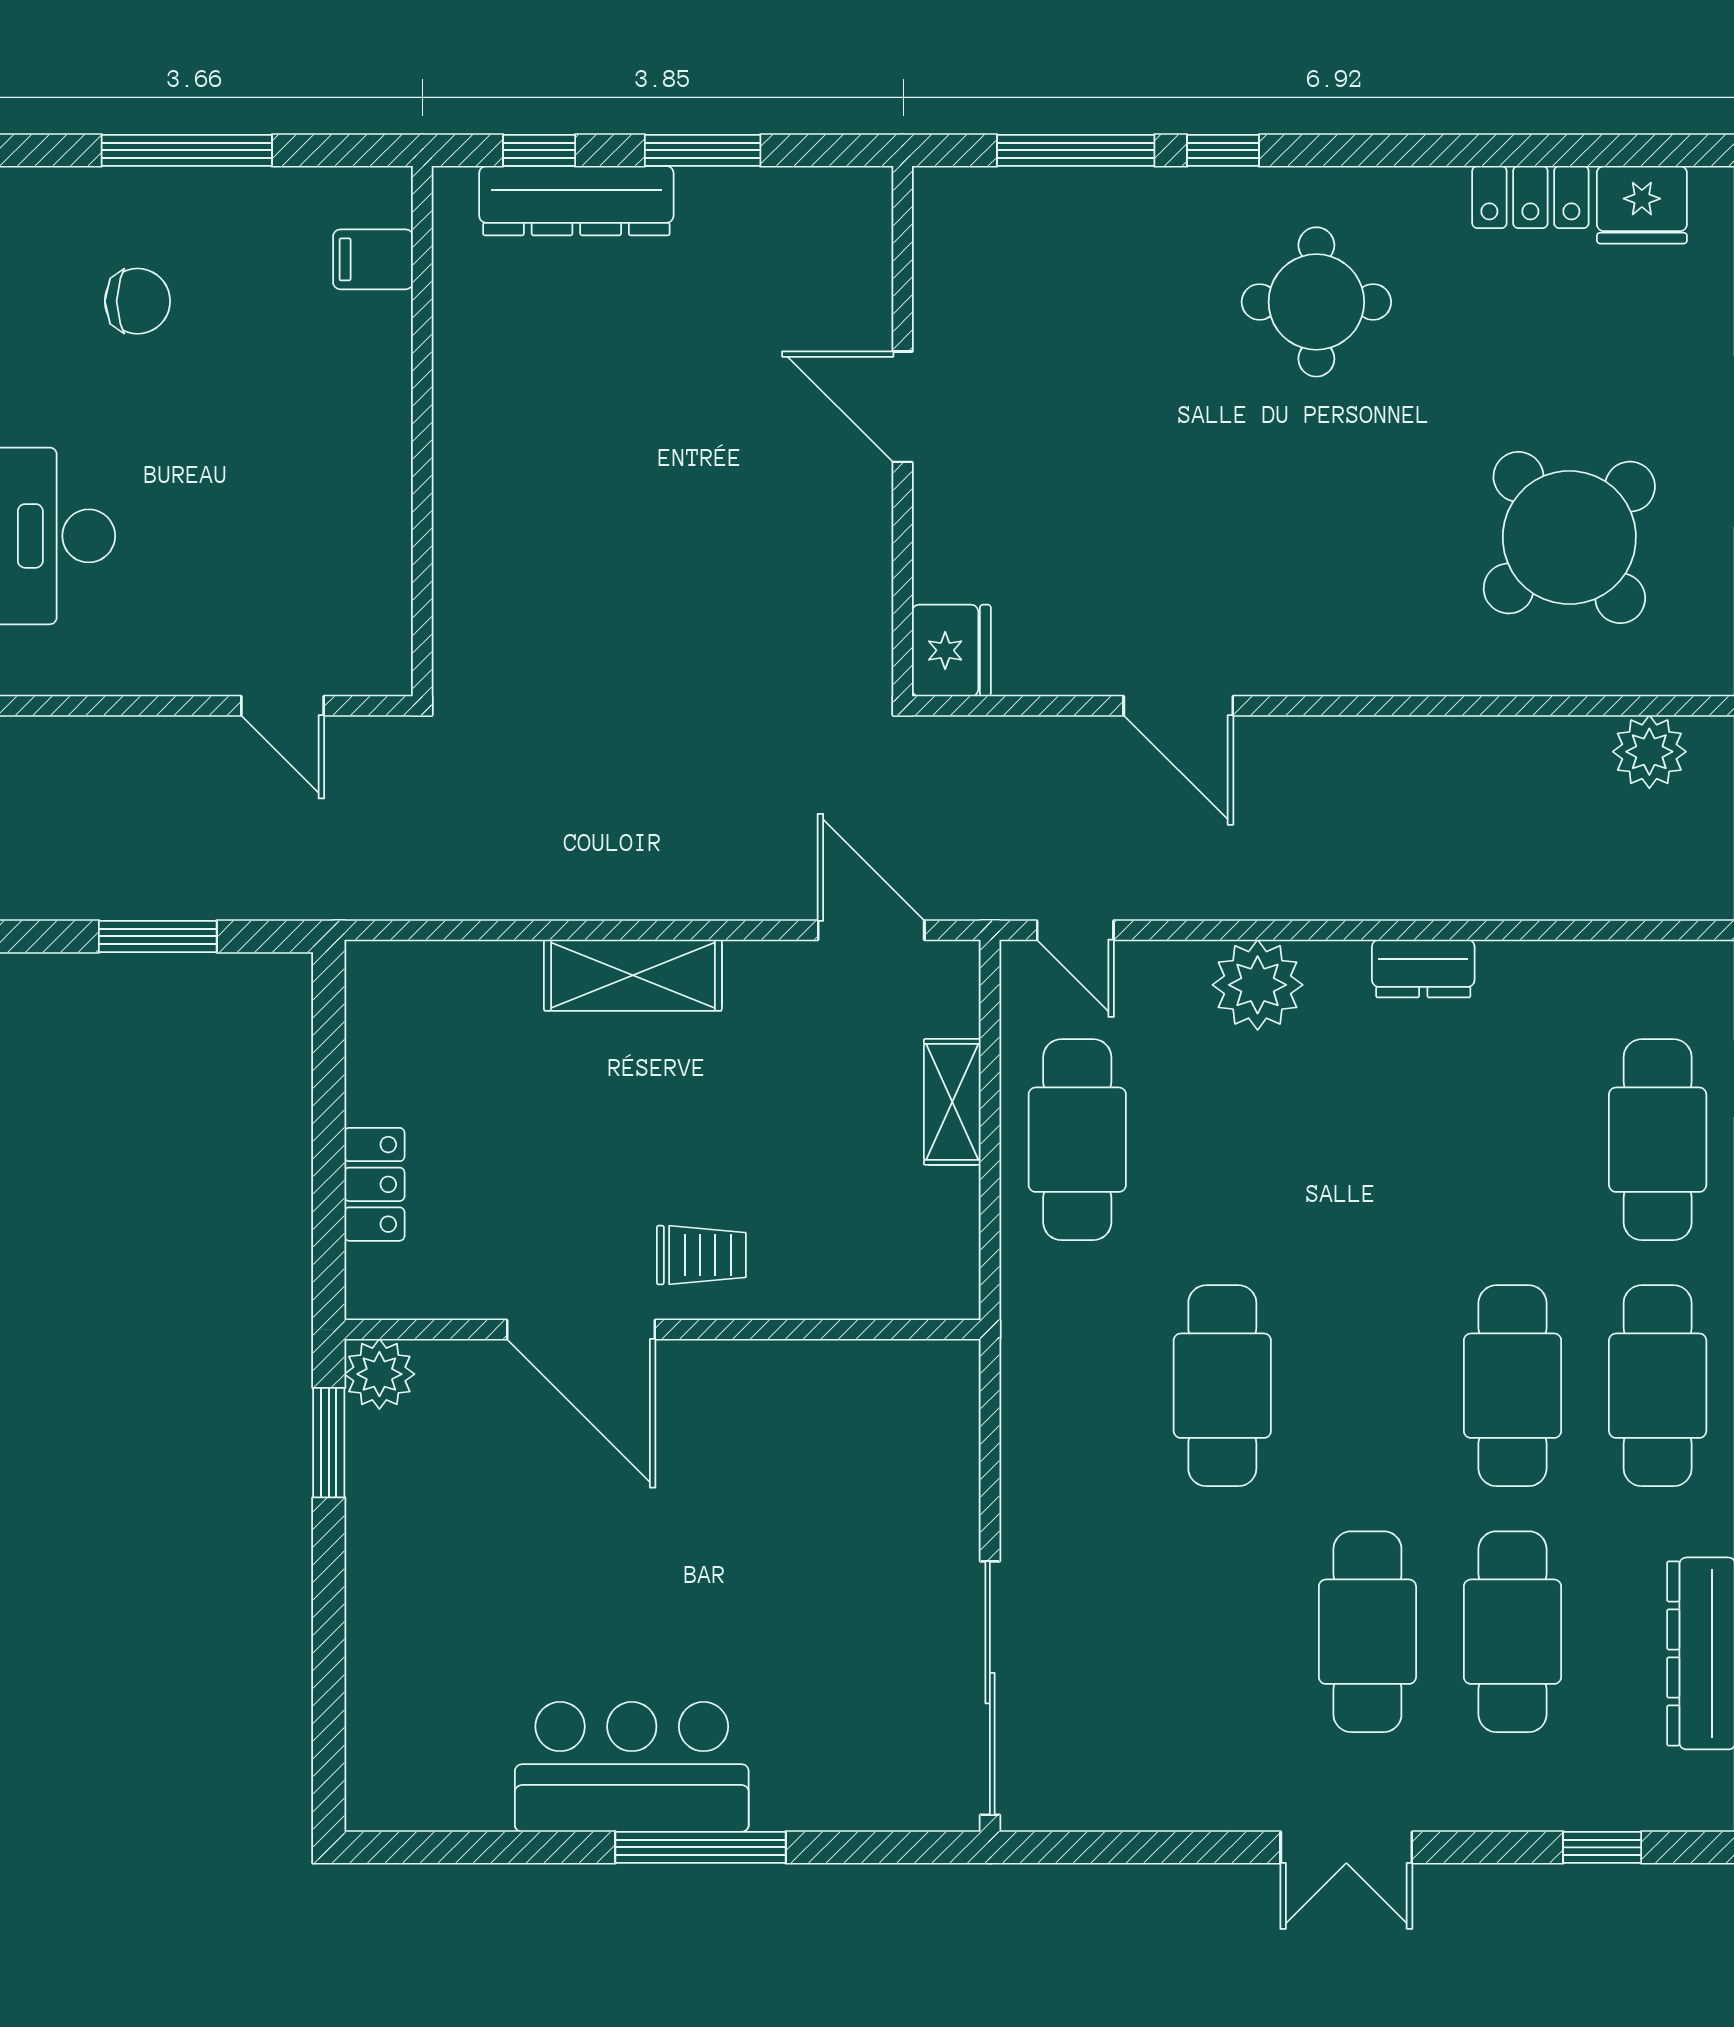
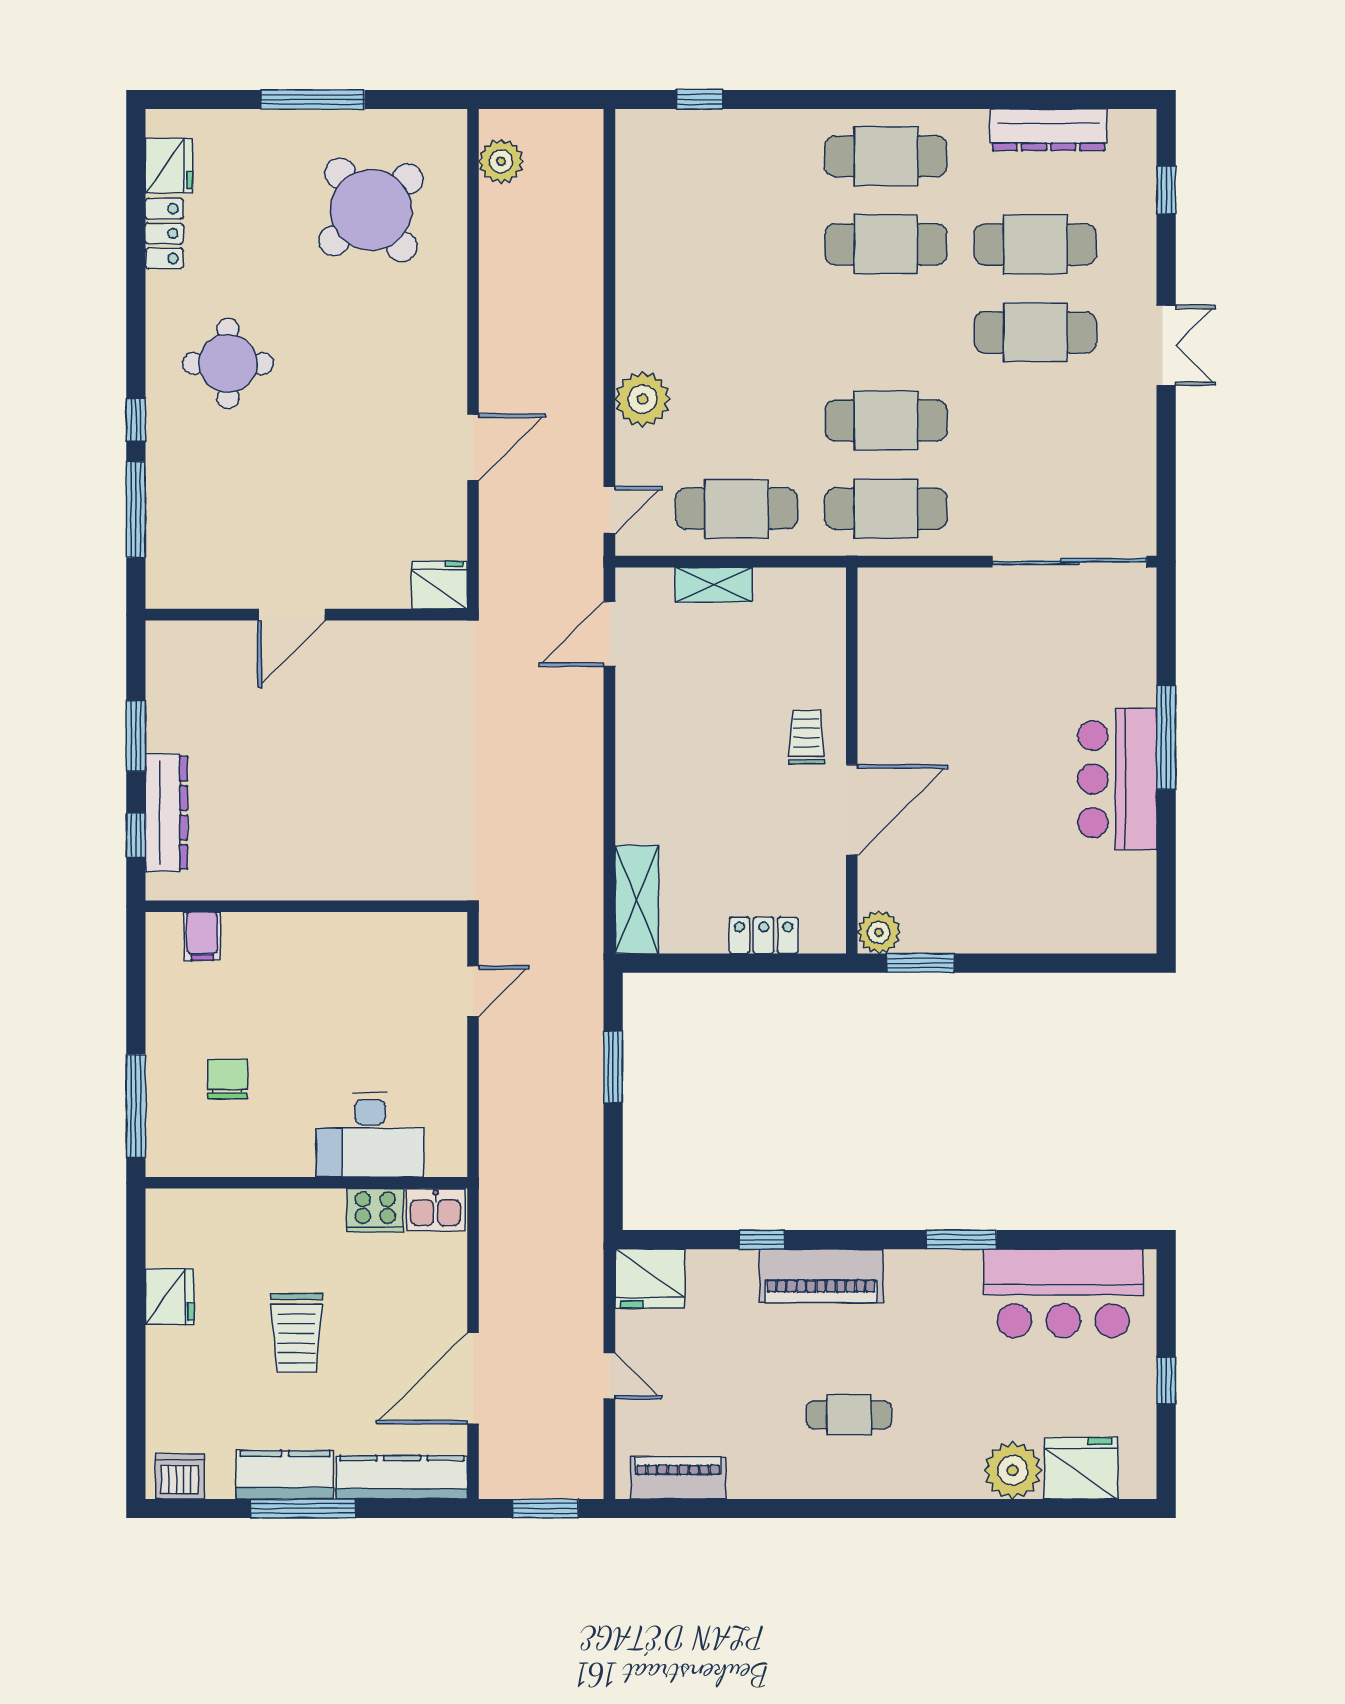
window: (187, 150) -> (136, 1106), moved
dresser: (1423, 968) -> (633, 299), removed
shelving: (633, 975) -> (637, 900), moved
cafe table: (1658, 1140) -> (886, 509), moved

